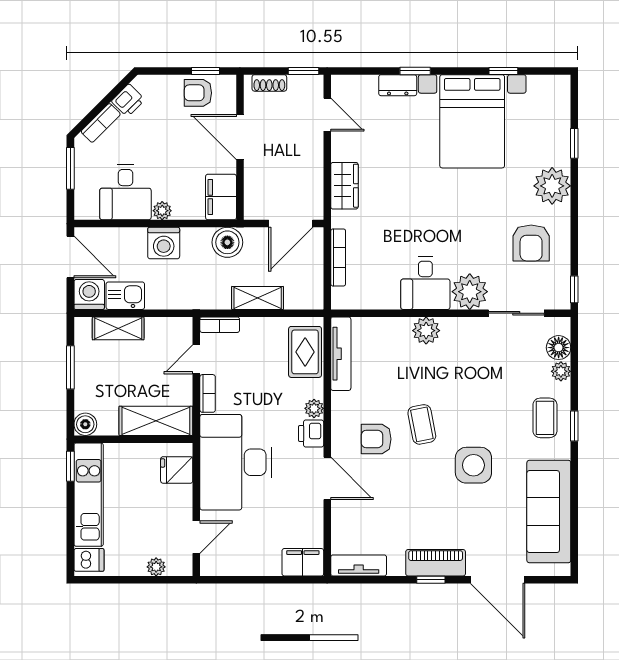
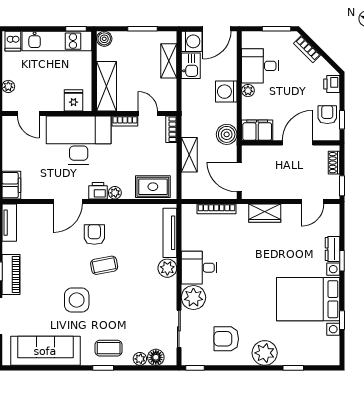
printer: (128, 100) -> (332, 84), moved, turned 45
tv unit: (341, 354) -> (170, 233), moved, turned 90

